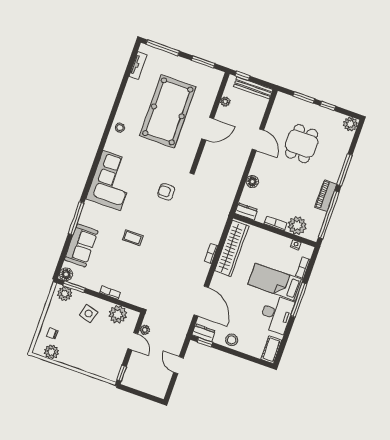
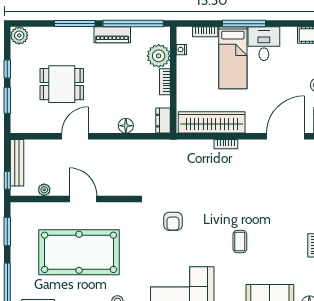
desk: (276, 314) -> (264, 44), width x0.73

